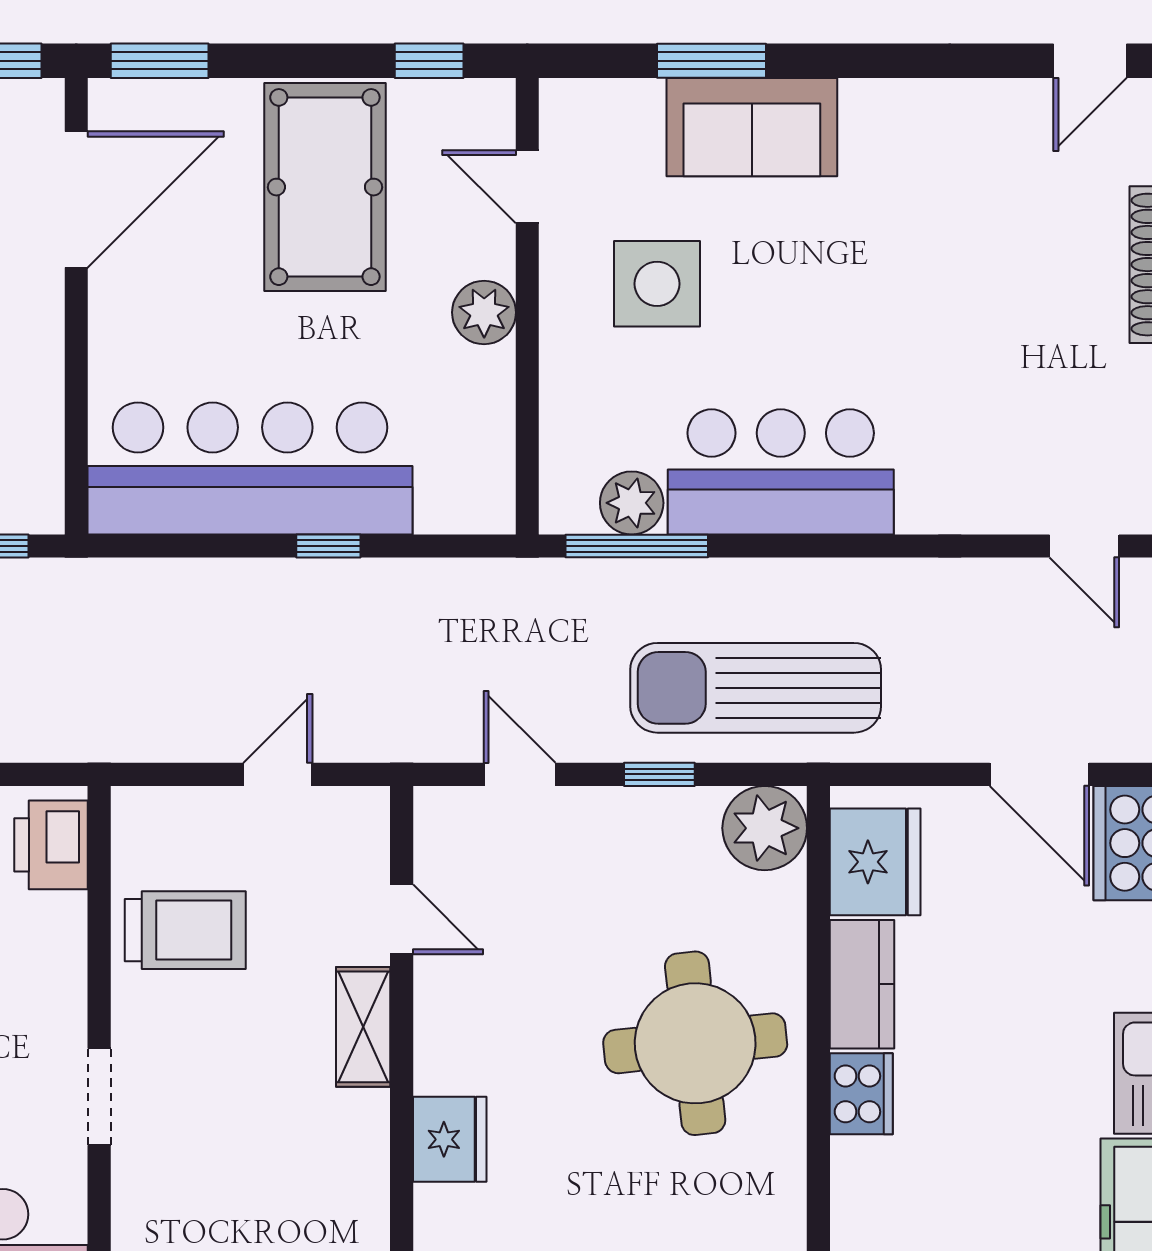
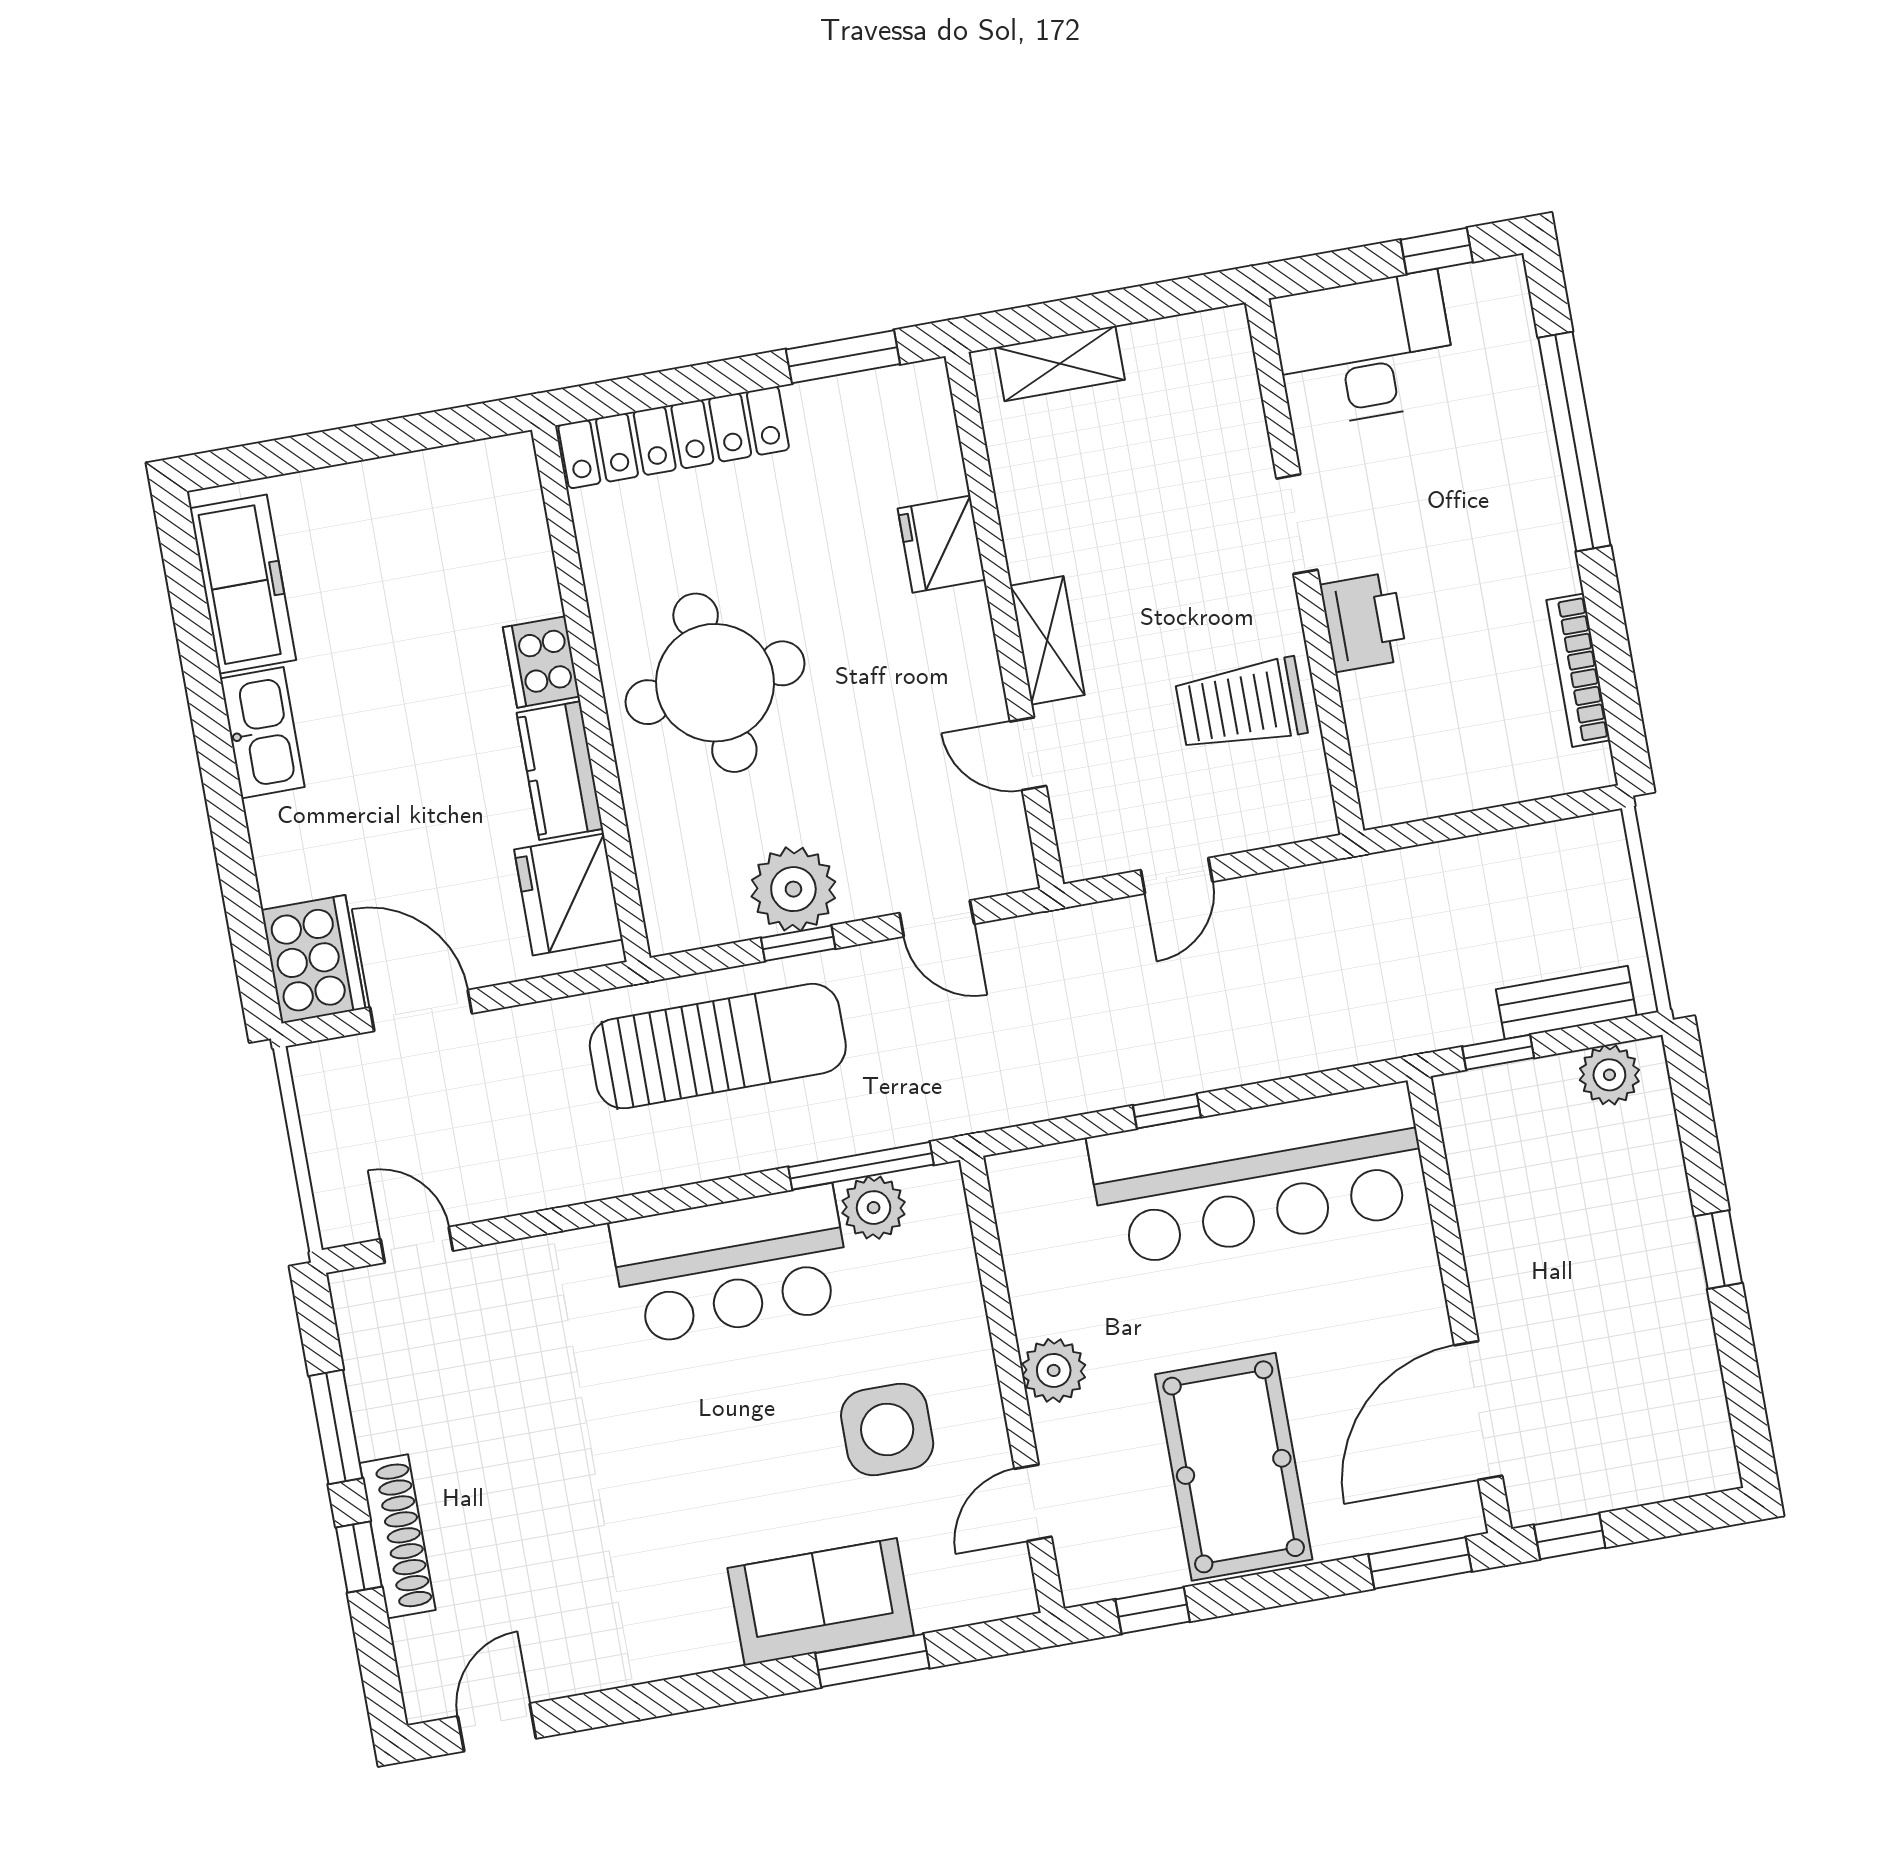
door: (527, 187) -> (1033, 1503), swing flipped
plant: (765, 828) -> (793, 889), moved
printer: (51, 845) -> (1364, 622), moved

